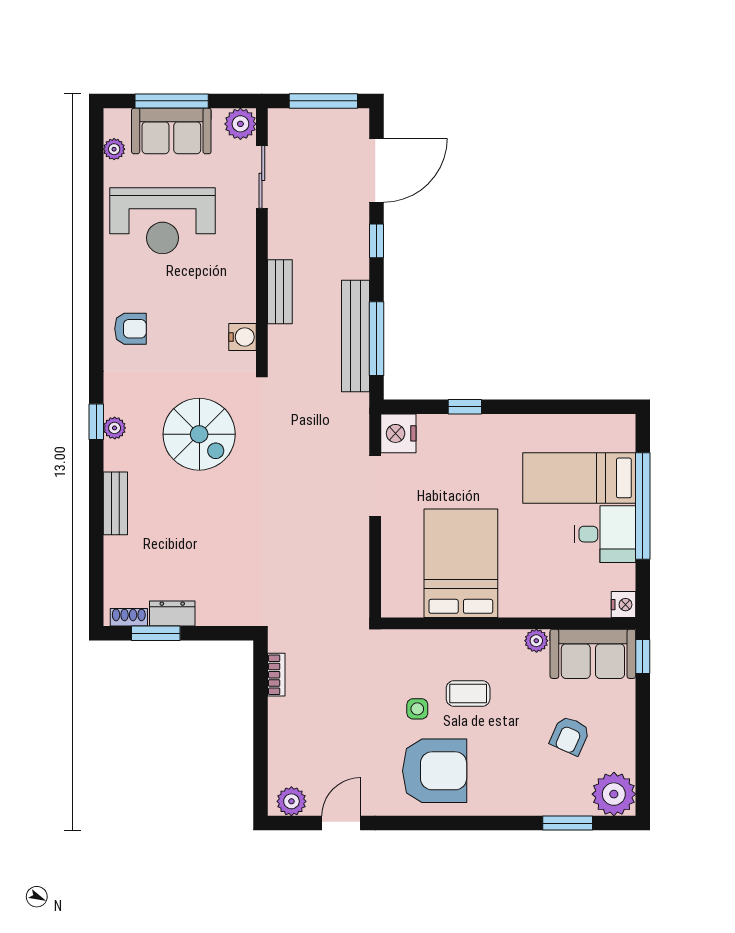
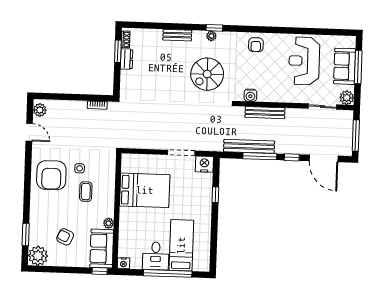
plant: (114, 149) -> (337, 40), removed
bench: (280, 292) -> (265, 113), width x1.36
window: (377, 339) -> (260, 156), moved

